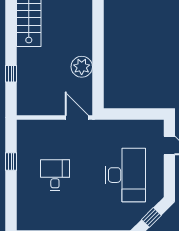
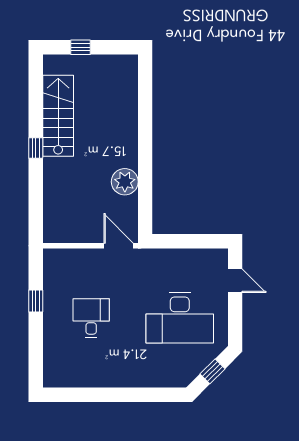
window: (11, 74) -> (36, 148), moved
desk: (125, 175) -> (180, 318), turned 90

